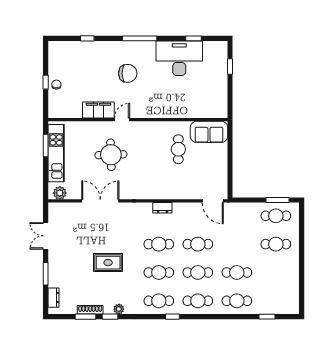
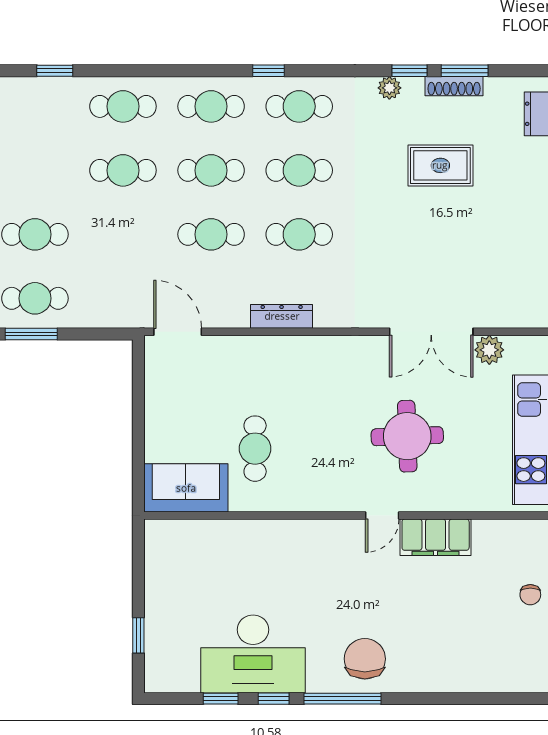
window: (87, 38) -> (274, 699), moved
chair: (128, 73) -> (365, 659), moved, turned 90
plant: (60, 193) -> (489, 350), moved
dresser: (162, 208) -> (282, 316), width x1.44
rug: (108, 263) -> (440, 165), moved

